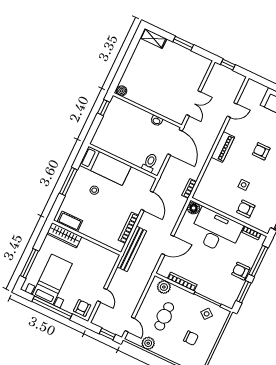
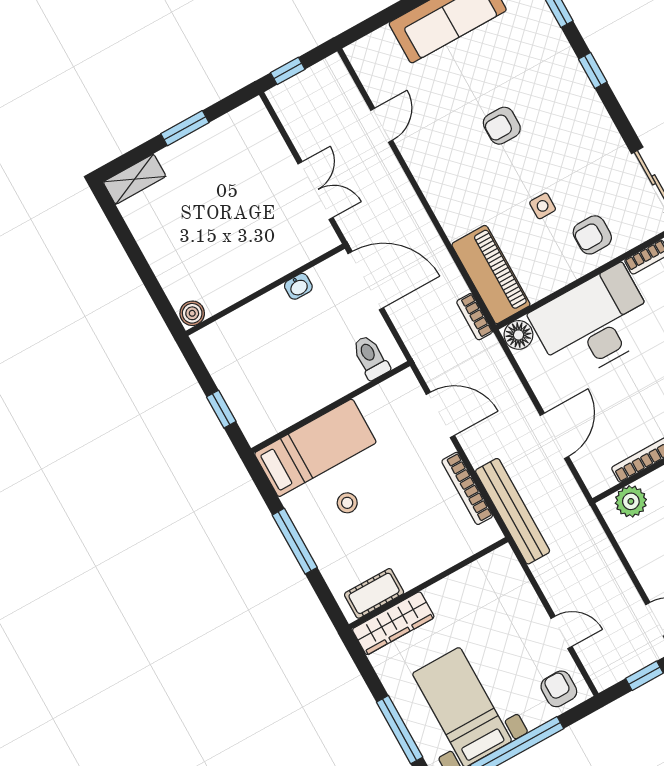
window: (104, 108) -> (221, 409), moved
piano: (223, 147) -> (491, 275), moved, width x1.37, depth x1.33

